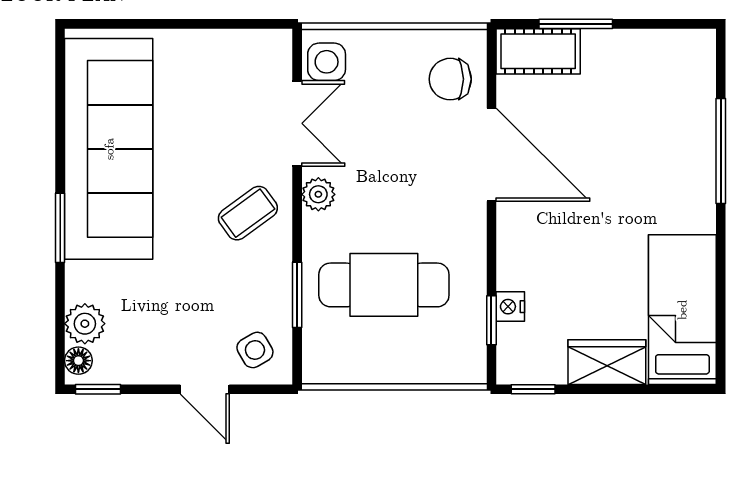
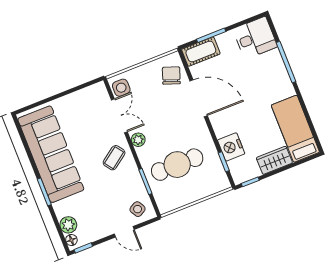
desk: (673, 69) -> (255, 38), added
chair: (450, 79) -> (171, 76), turned 110
nightstand: (510, 307) -> (231, 147), width x1.89, depth x1.79

